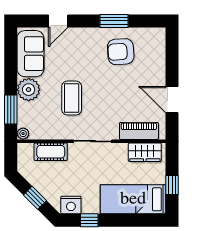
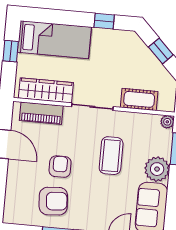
armchair: (117, 84) -> (60, 167), added
wardrobe: (145, 152) -> (46, 90), width x1.50
nightstand: (71, 205) -> (122, 40), removed

